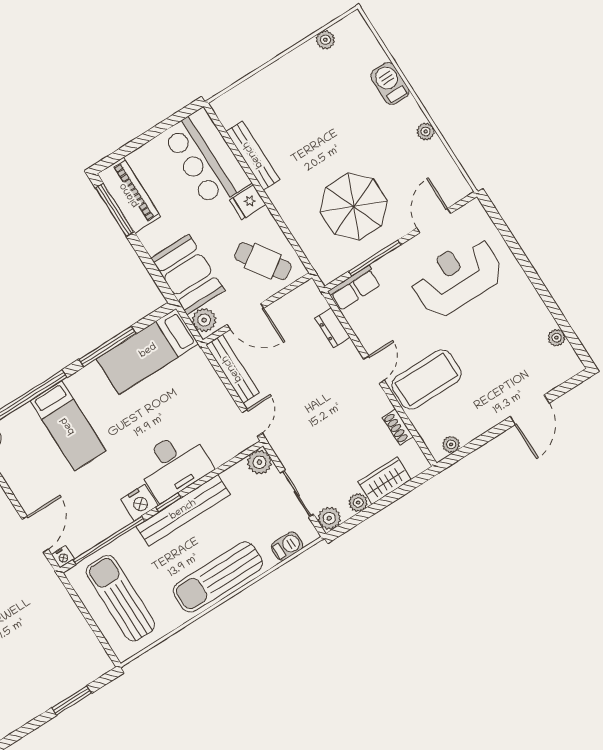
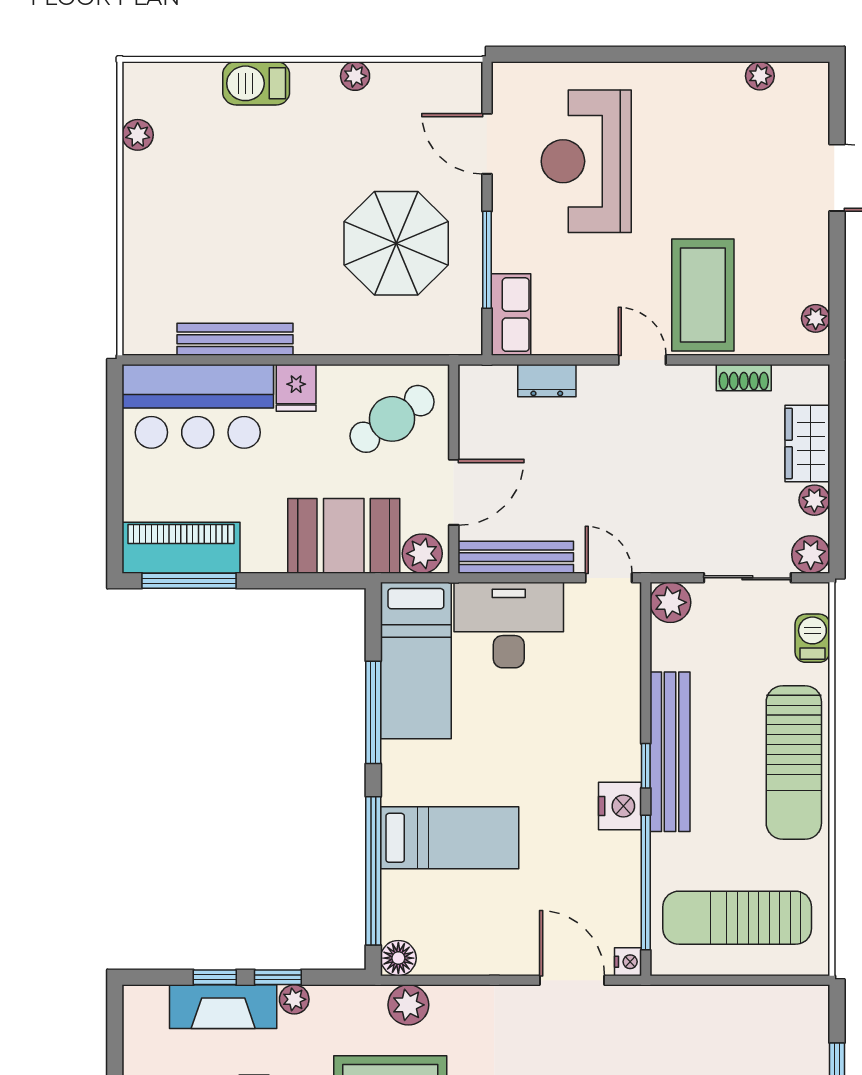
desk: (174, 465) -> (509, 625), moved, turned -90

